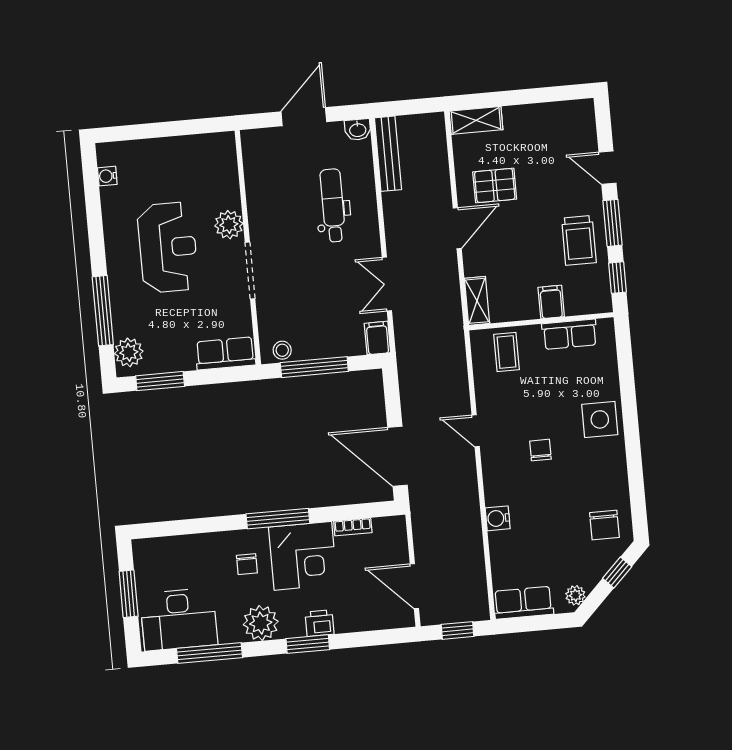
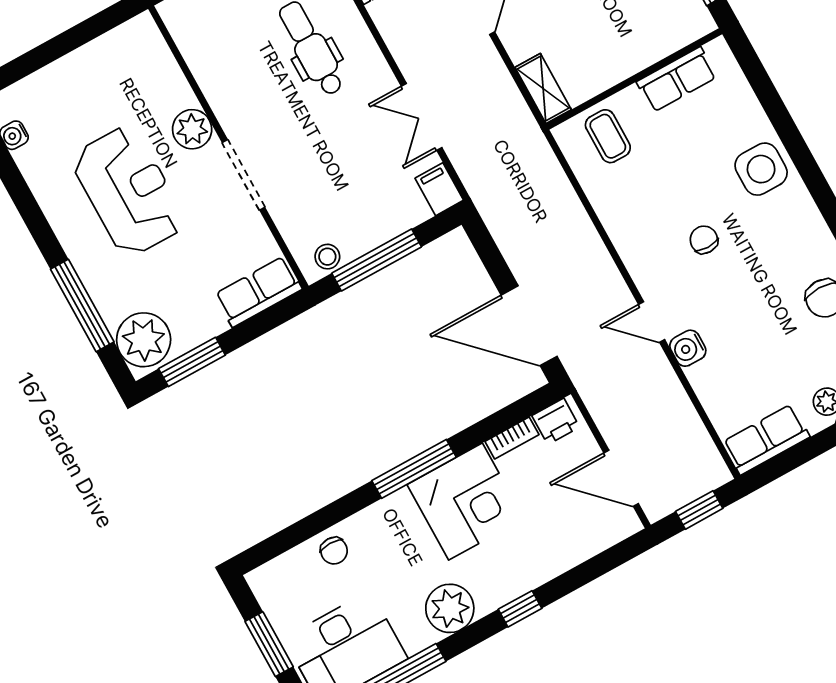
filing cabinet: (551, 302) -> (636, 49), removed
plant: (129, 352) -> (144, 340), width x1.36, depth x1.36
door: (476, 431) -> (652, 322), moved
chair: (247, 564) -> (334, 551), moved
printer: (320, 623) -> (556, 421), moved, turned 180
window: (308, 644) -> (520, 609), width x0.67

